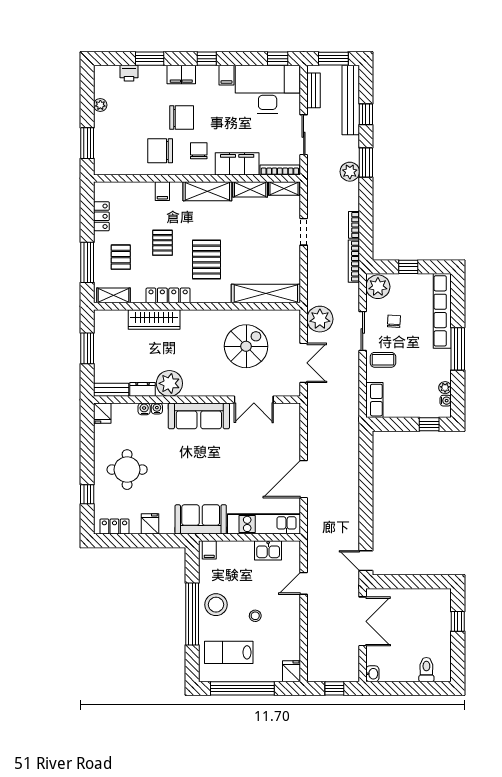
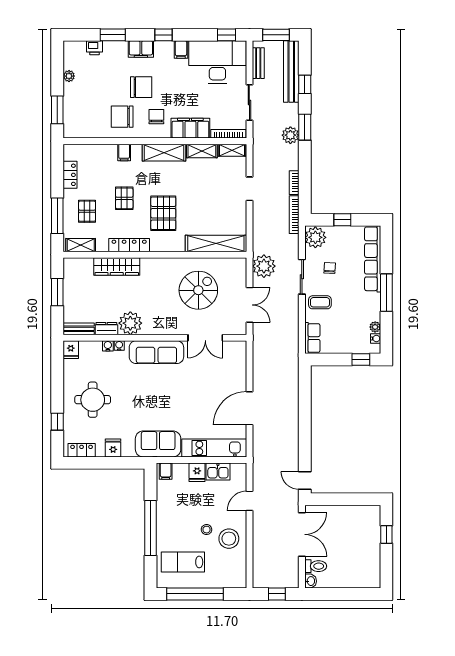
stool: (216, 605) -> (229, 539), moved
toilet: (426, 670) -> (316, 566), moved, turned 90
fridge: (291, 671) -> (197, 472), moved, turned 180

